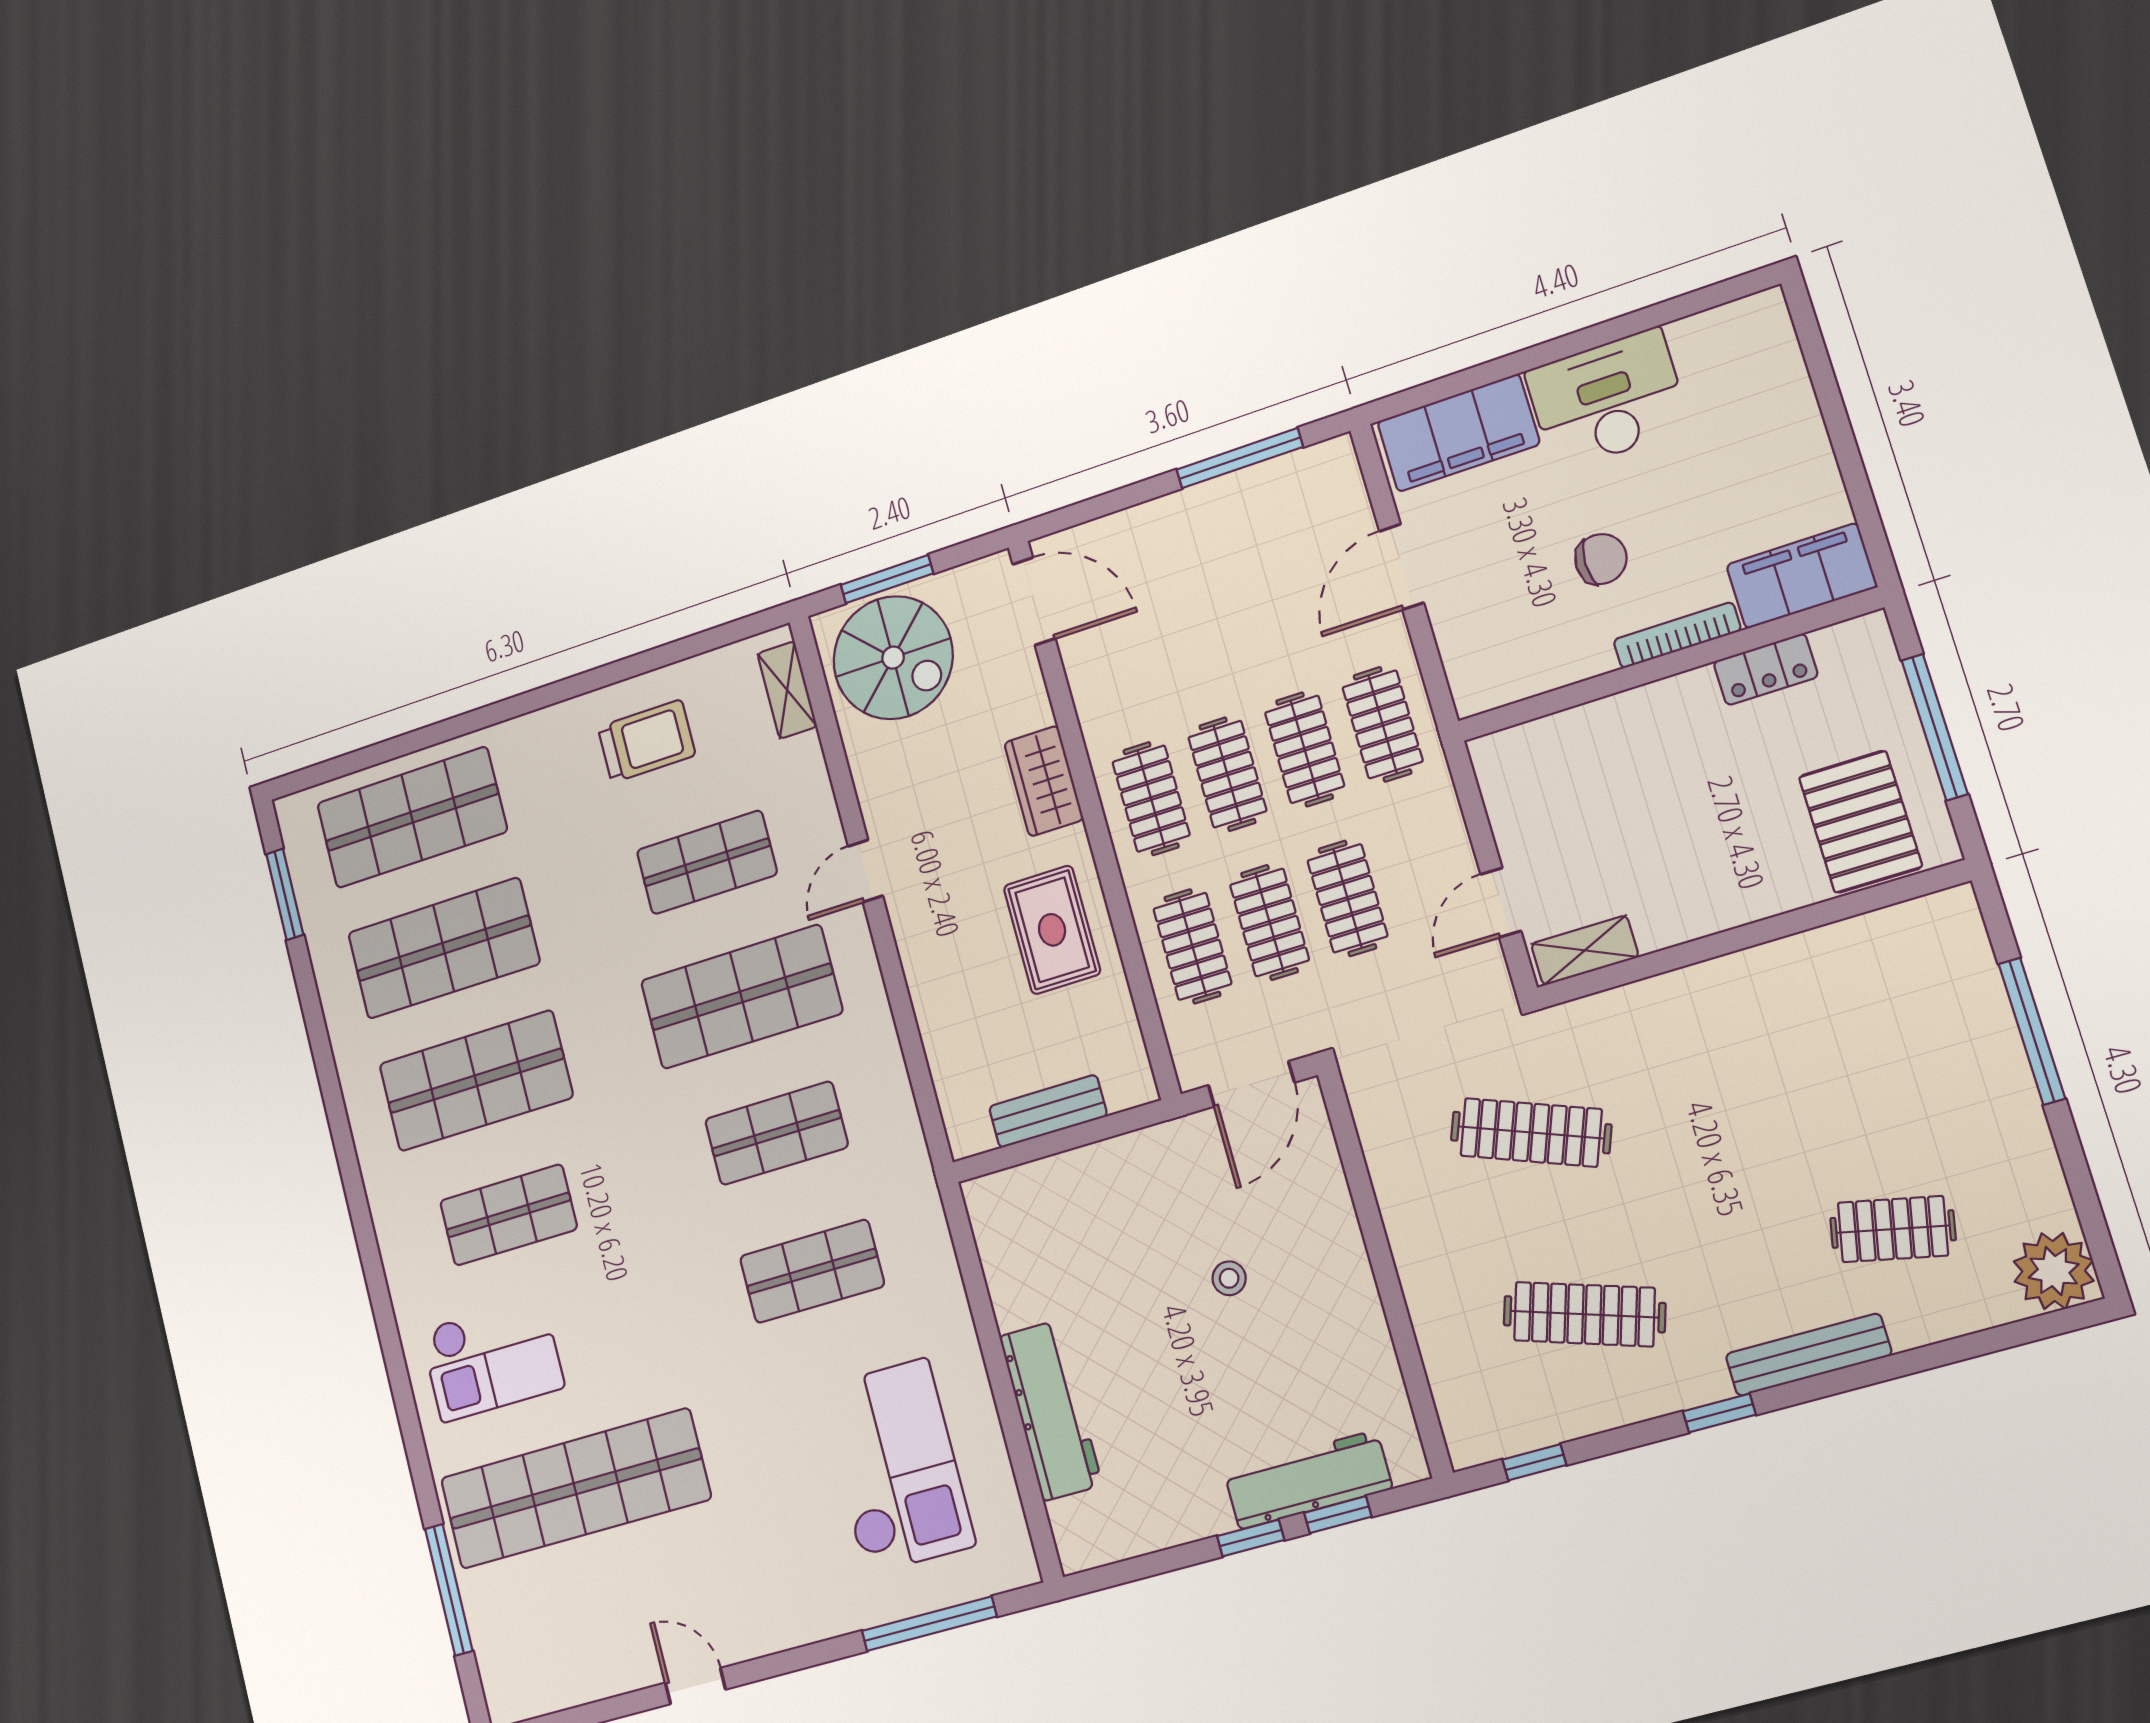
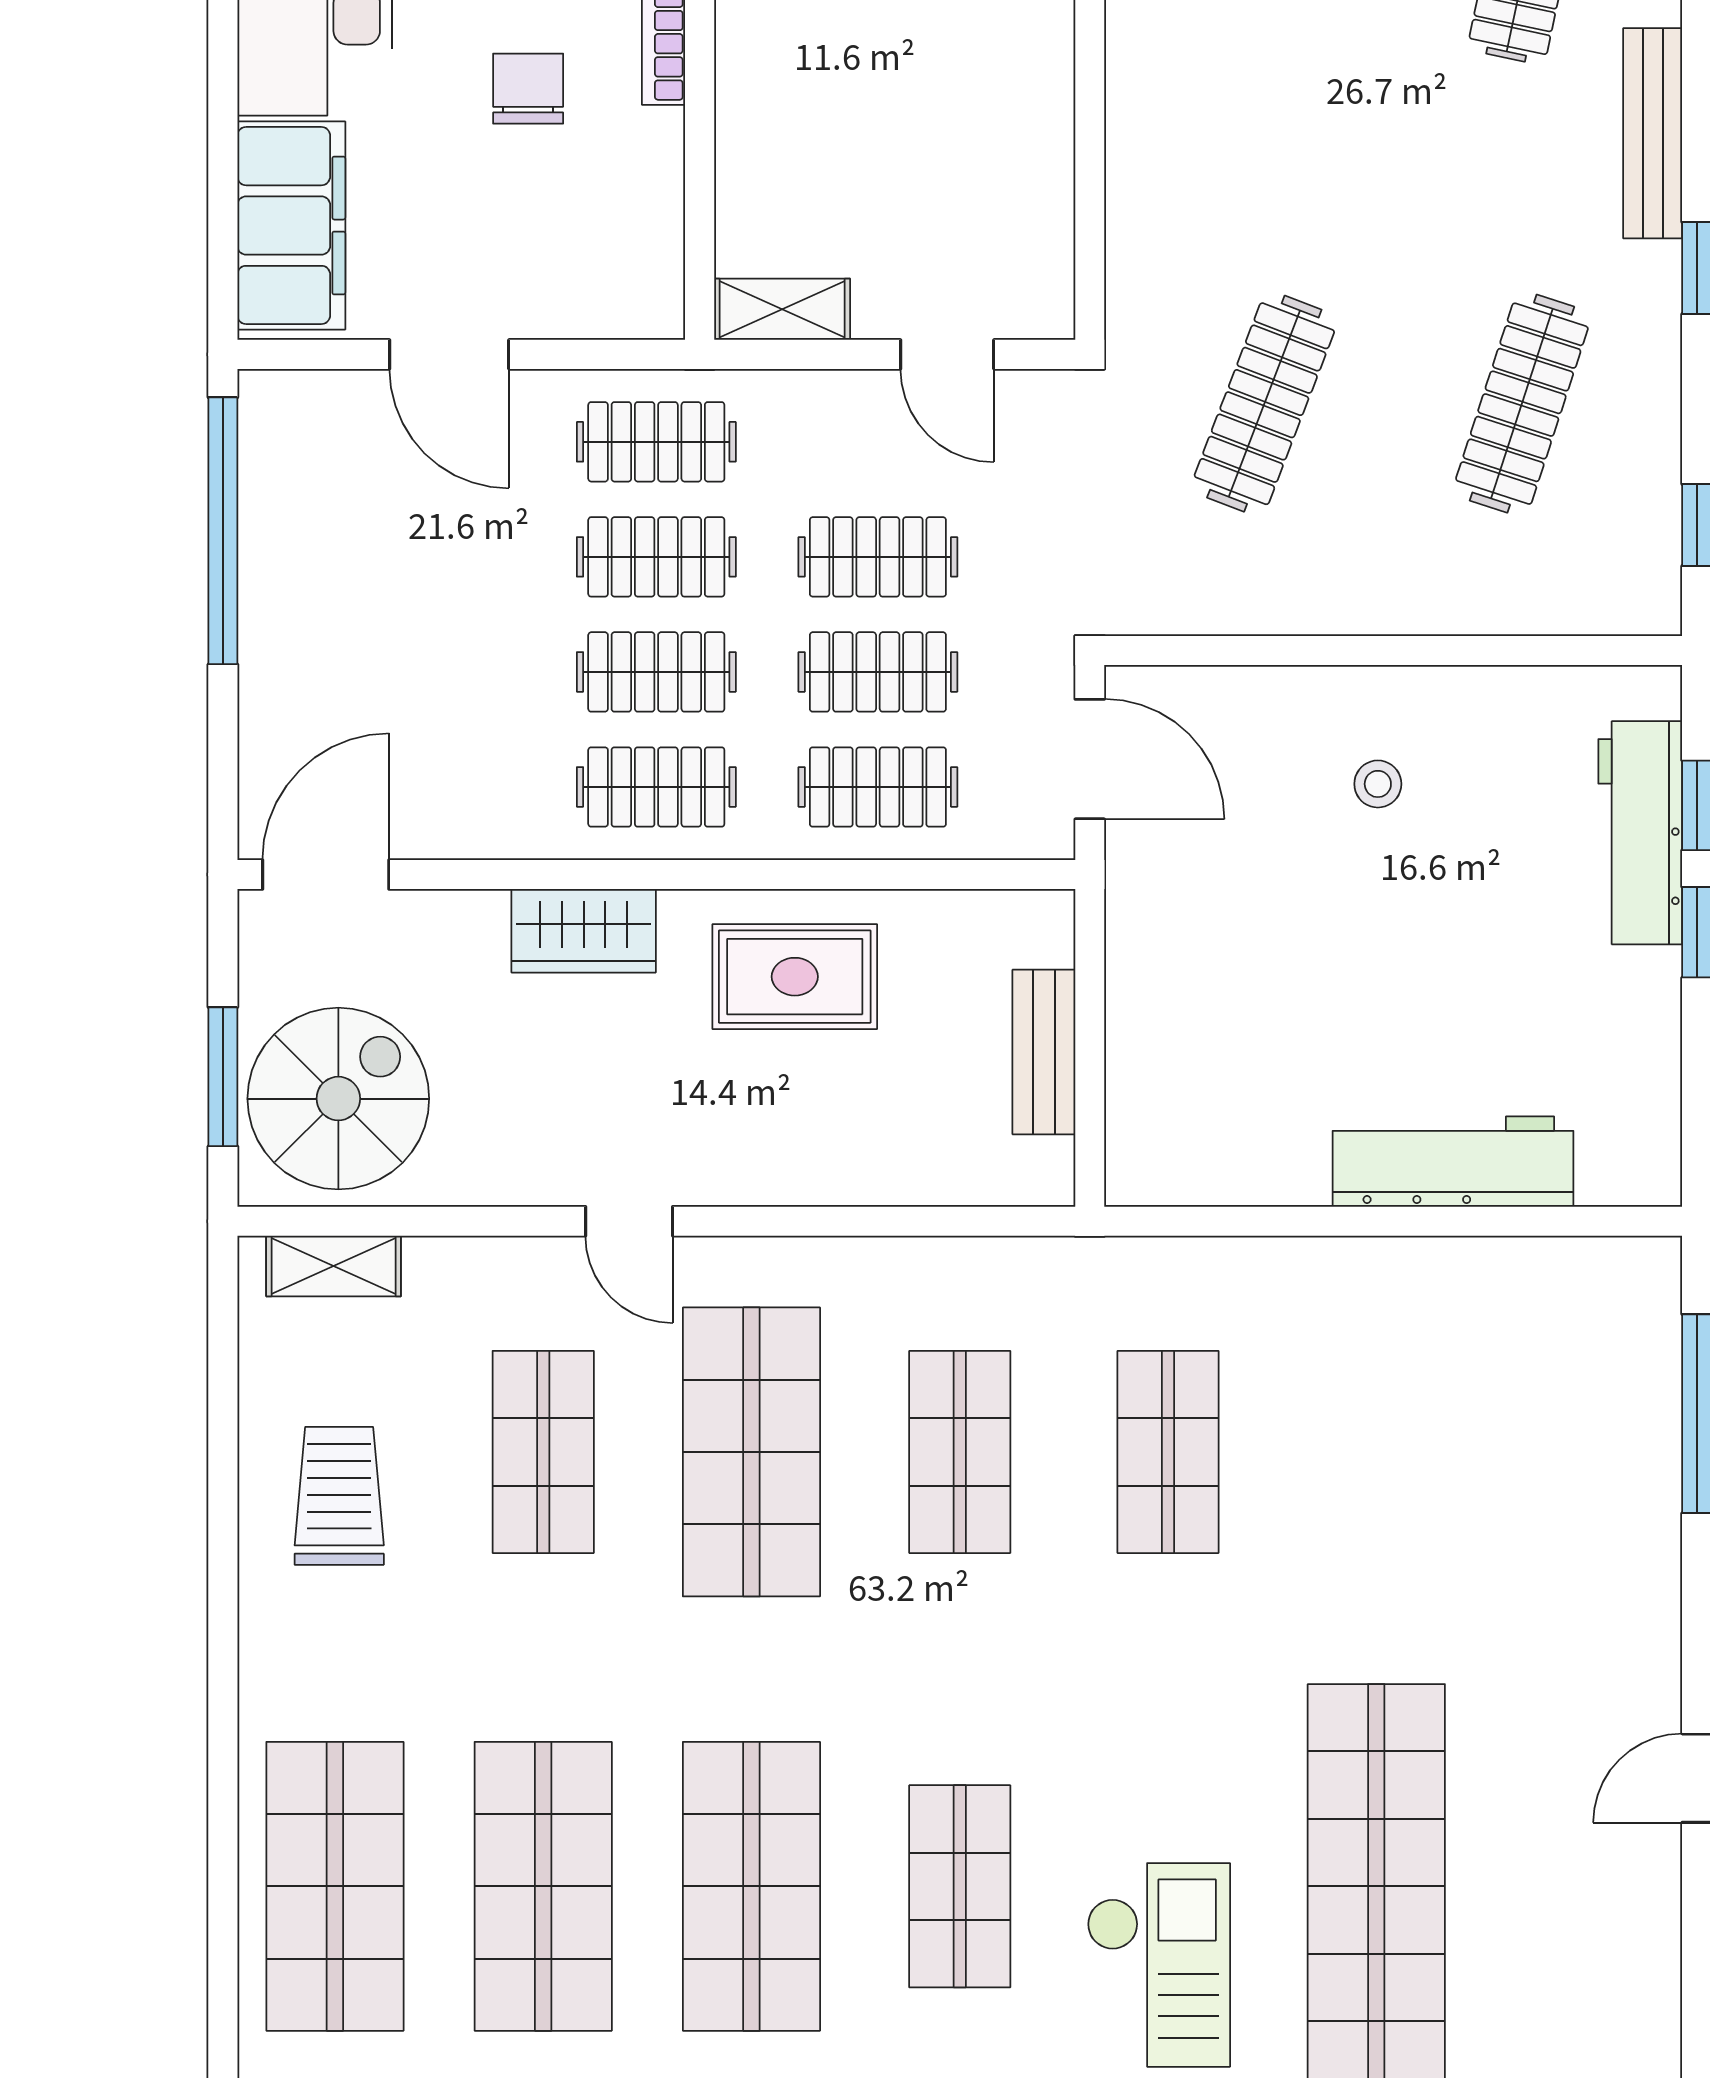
window: (1240, 458) -> (223, 531), width x1.46
shelving: (1585, 950) -> (782, 309), moved, turned 90
stool: (1229, 1278) -> (1378, 784), moved
checkout: (896, 1466) -> (1470, 1402), removed

